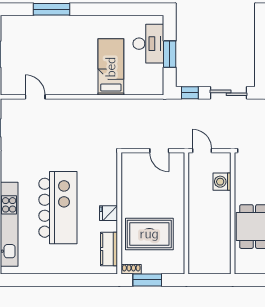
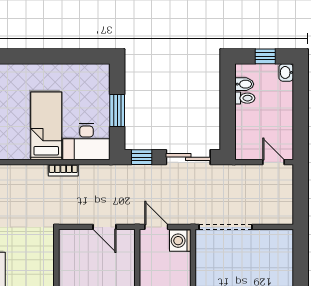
desk: (148, 44) -> (86, 142), moved, turned 90
bookcase: (125, 104) -> (63, 170), added
washing machine: (222, 182) -> (180, 241), moved

